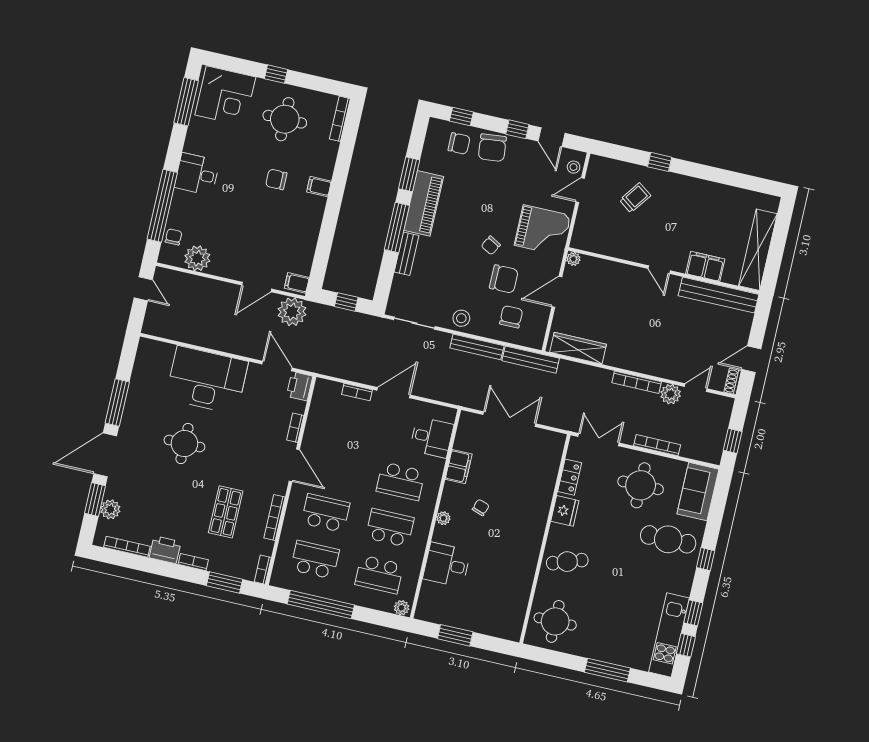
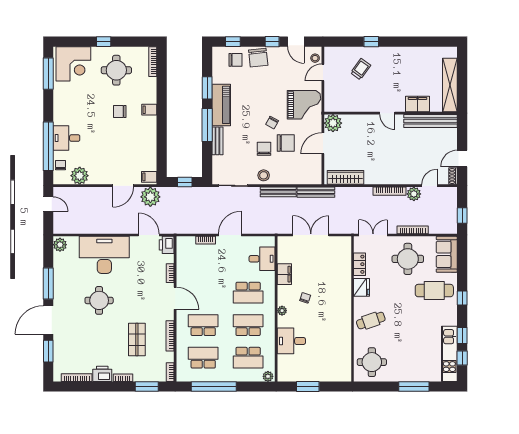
desk: (197, 174) -> (66, 138), moved
plant: (573, 259) -> (333, 123), width x1.88, depth x1.88
chair: (511, 317) -> (264, 149), moved
plant: (110, 509) -> (60, 245), moved

